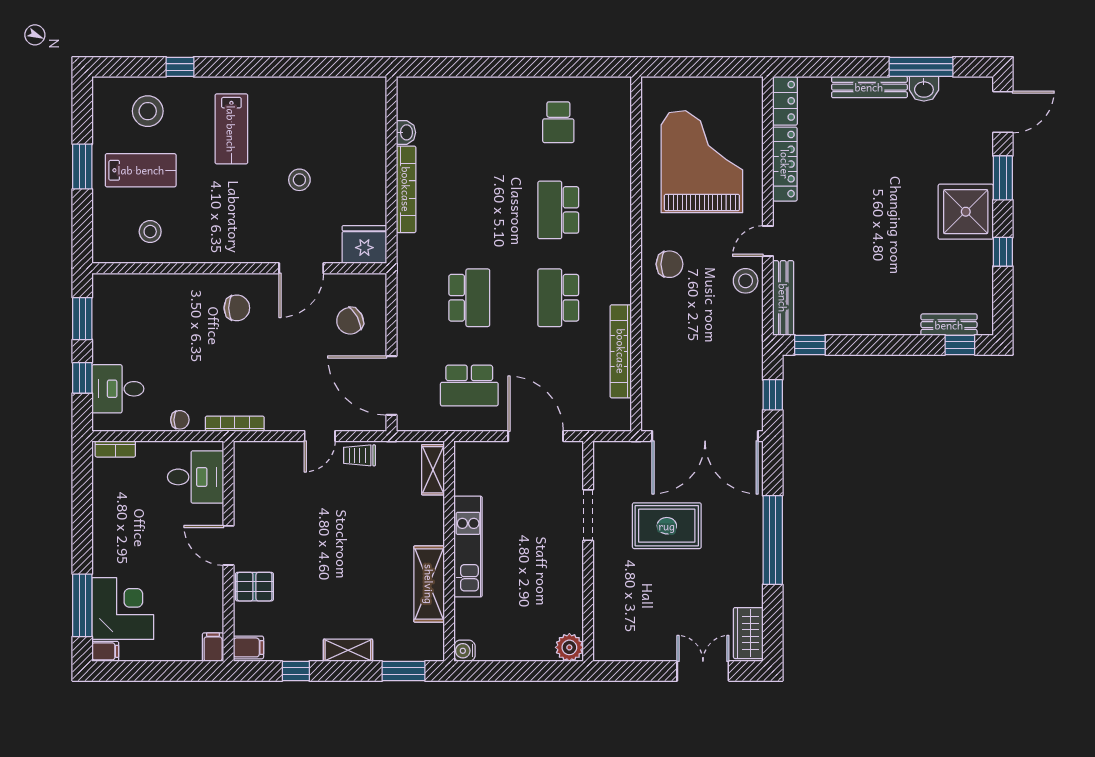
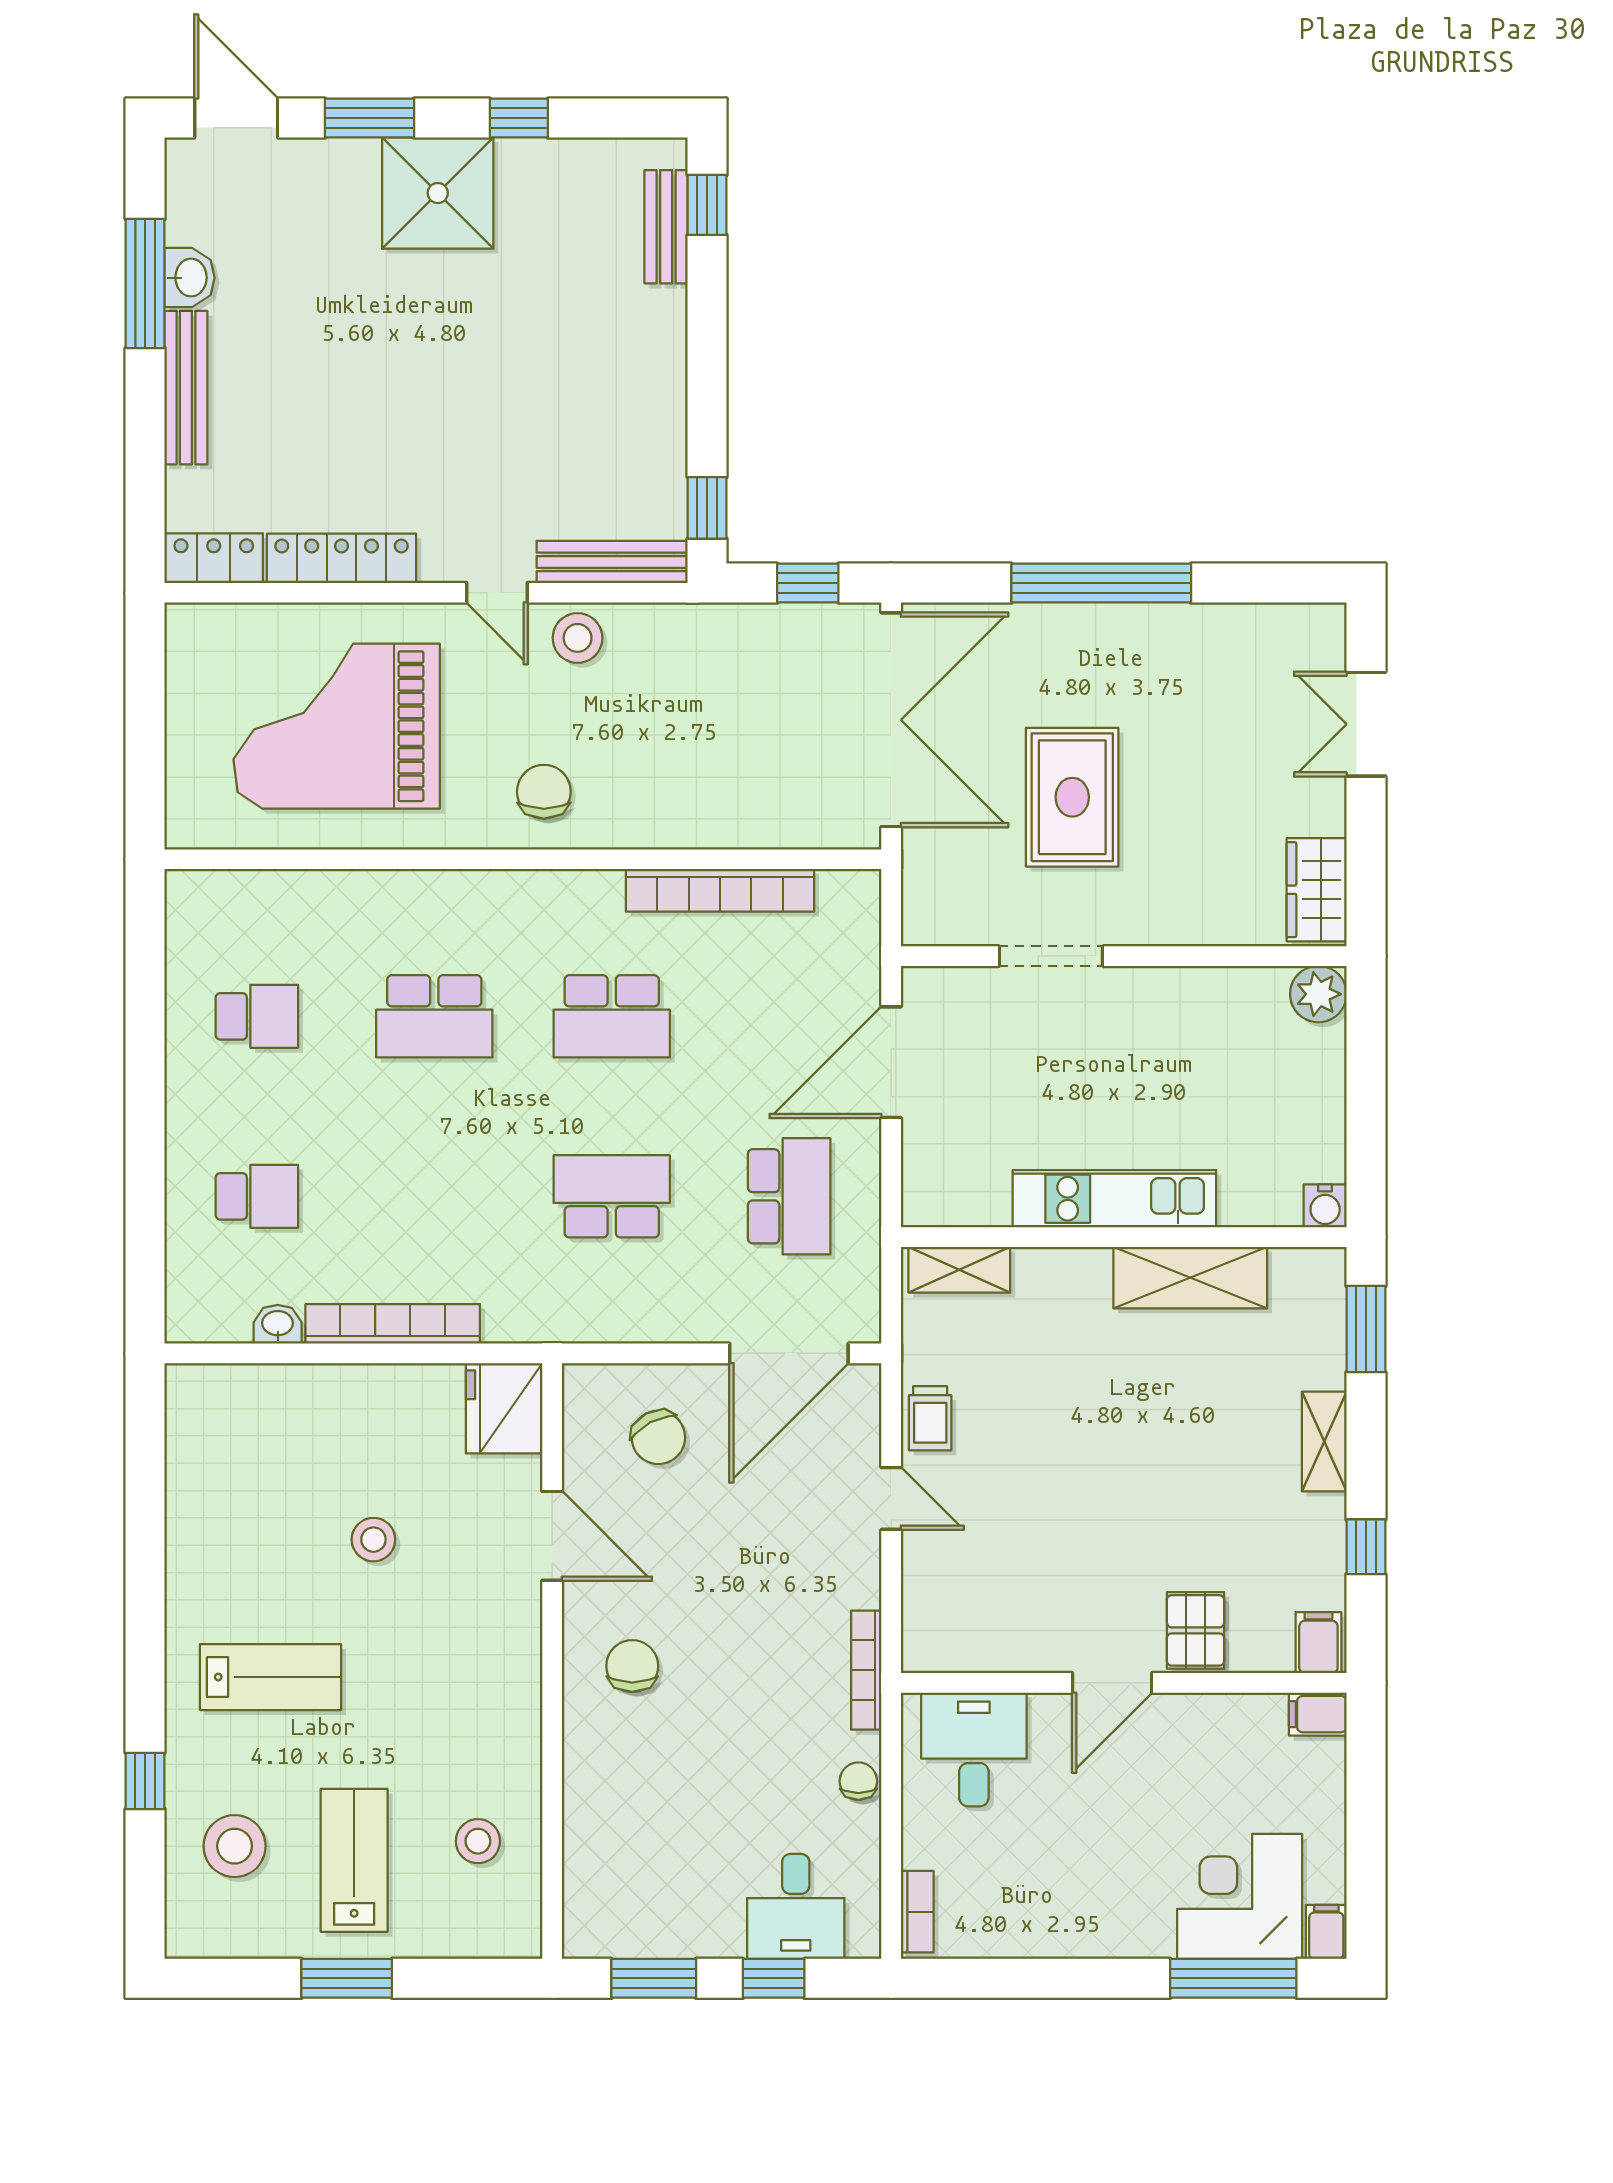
school desk: (469, 122) -> (257, 1196), added
wardrobe: (748, 633) -> (1317, 890), moved, turned 90

